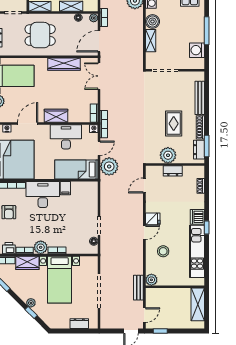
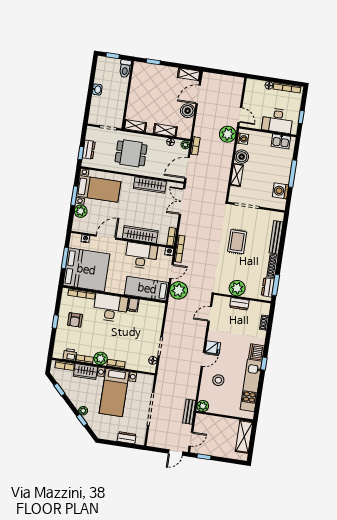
wardrobe: (56, 116) -> (140, 235), width x1.50
rug: (174, 124) -> (237, 242), moved

